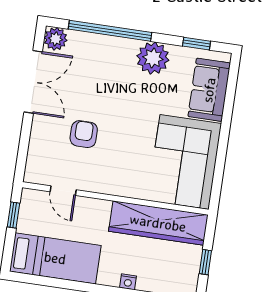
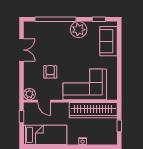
plant: (56, 39) -> (29, 94), moved
double door: (33, 82) -> (22, 50), width x0.73
corner sofa: (184, 162) -> (85, 84), moved, turned 90

